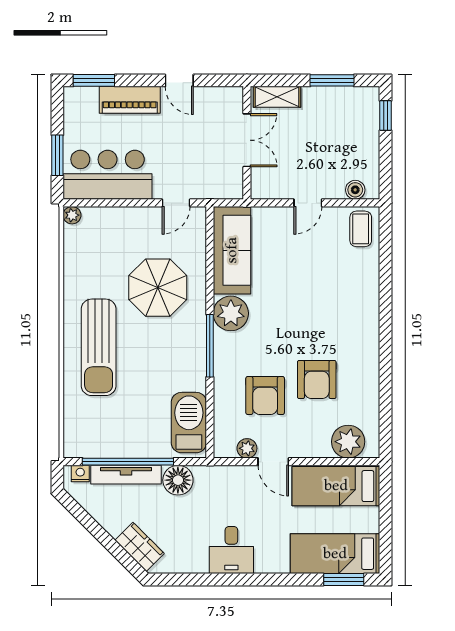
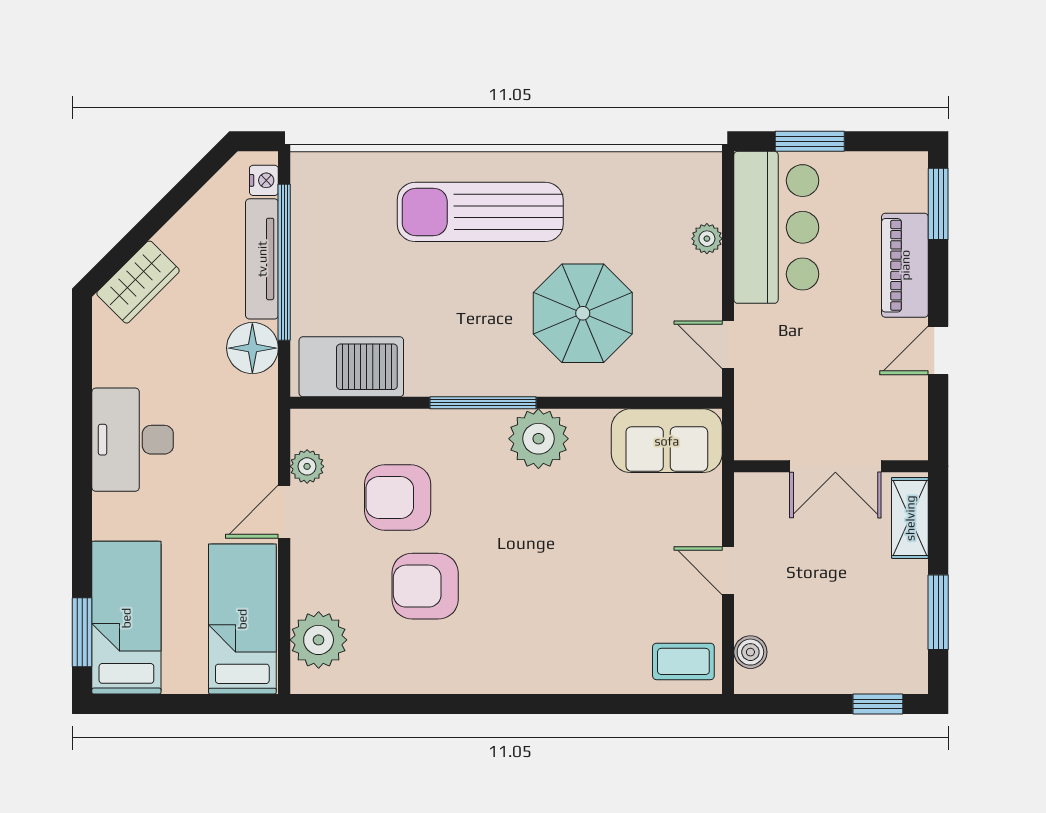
plant: (72, 215) -> (707, 239), moved
sofa: (232, 250) -> (667, 441), width x0.73
desk: (231, 550) -> (133, 440), width x1.37

